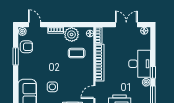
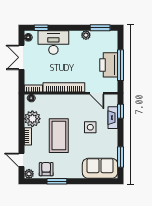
door: (35, 25) -> (21, 160), hinge flipped
coffee table: (77, 53) -> (59, 136), moved, width x1.86, depth x1.72
desk: (140, 64) -> (53, 42), moved
window: (153, 72) -> (41, 28), moved
side table: (52, 87) -> (90, 127), moved

